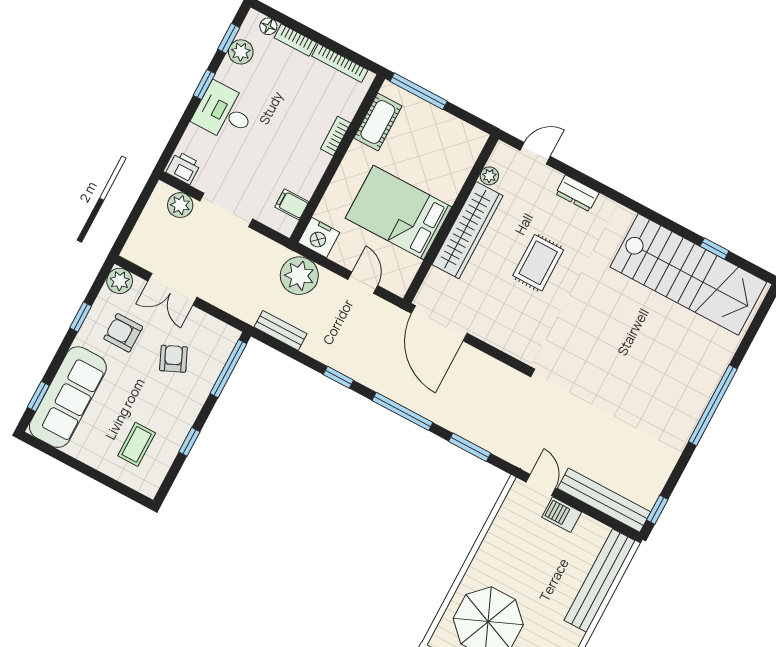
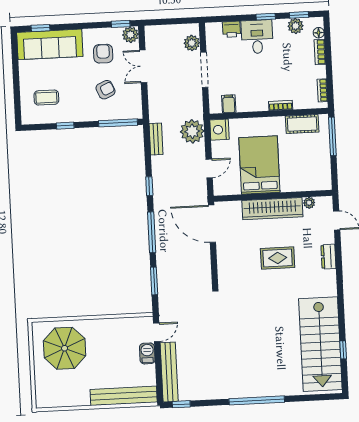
bookcase: (340, 63) -> (322, 90), width x0.64
printer: (183, 168) -> (231, 29), moved, turned 90
window: (81, 317) -> (121, 24), moved
door: (439, 323) -> (212, 224), hinge flipped

